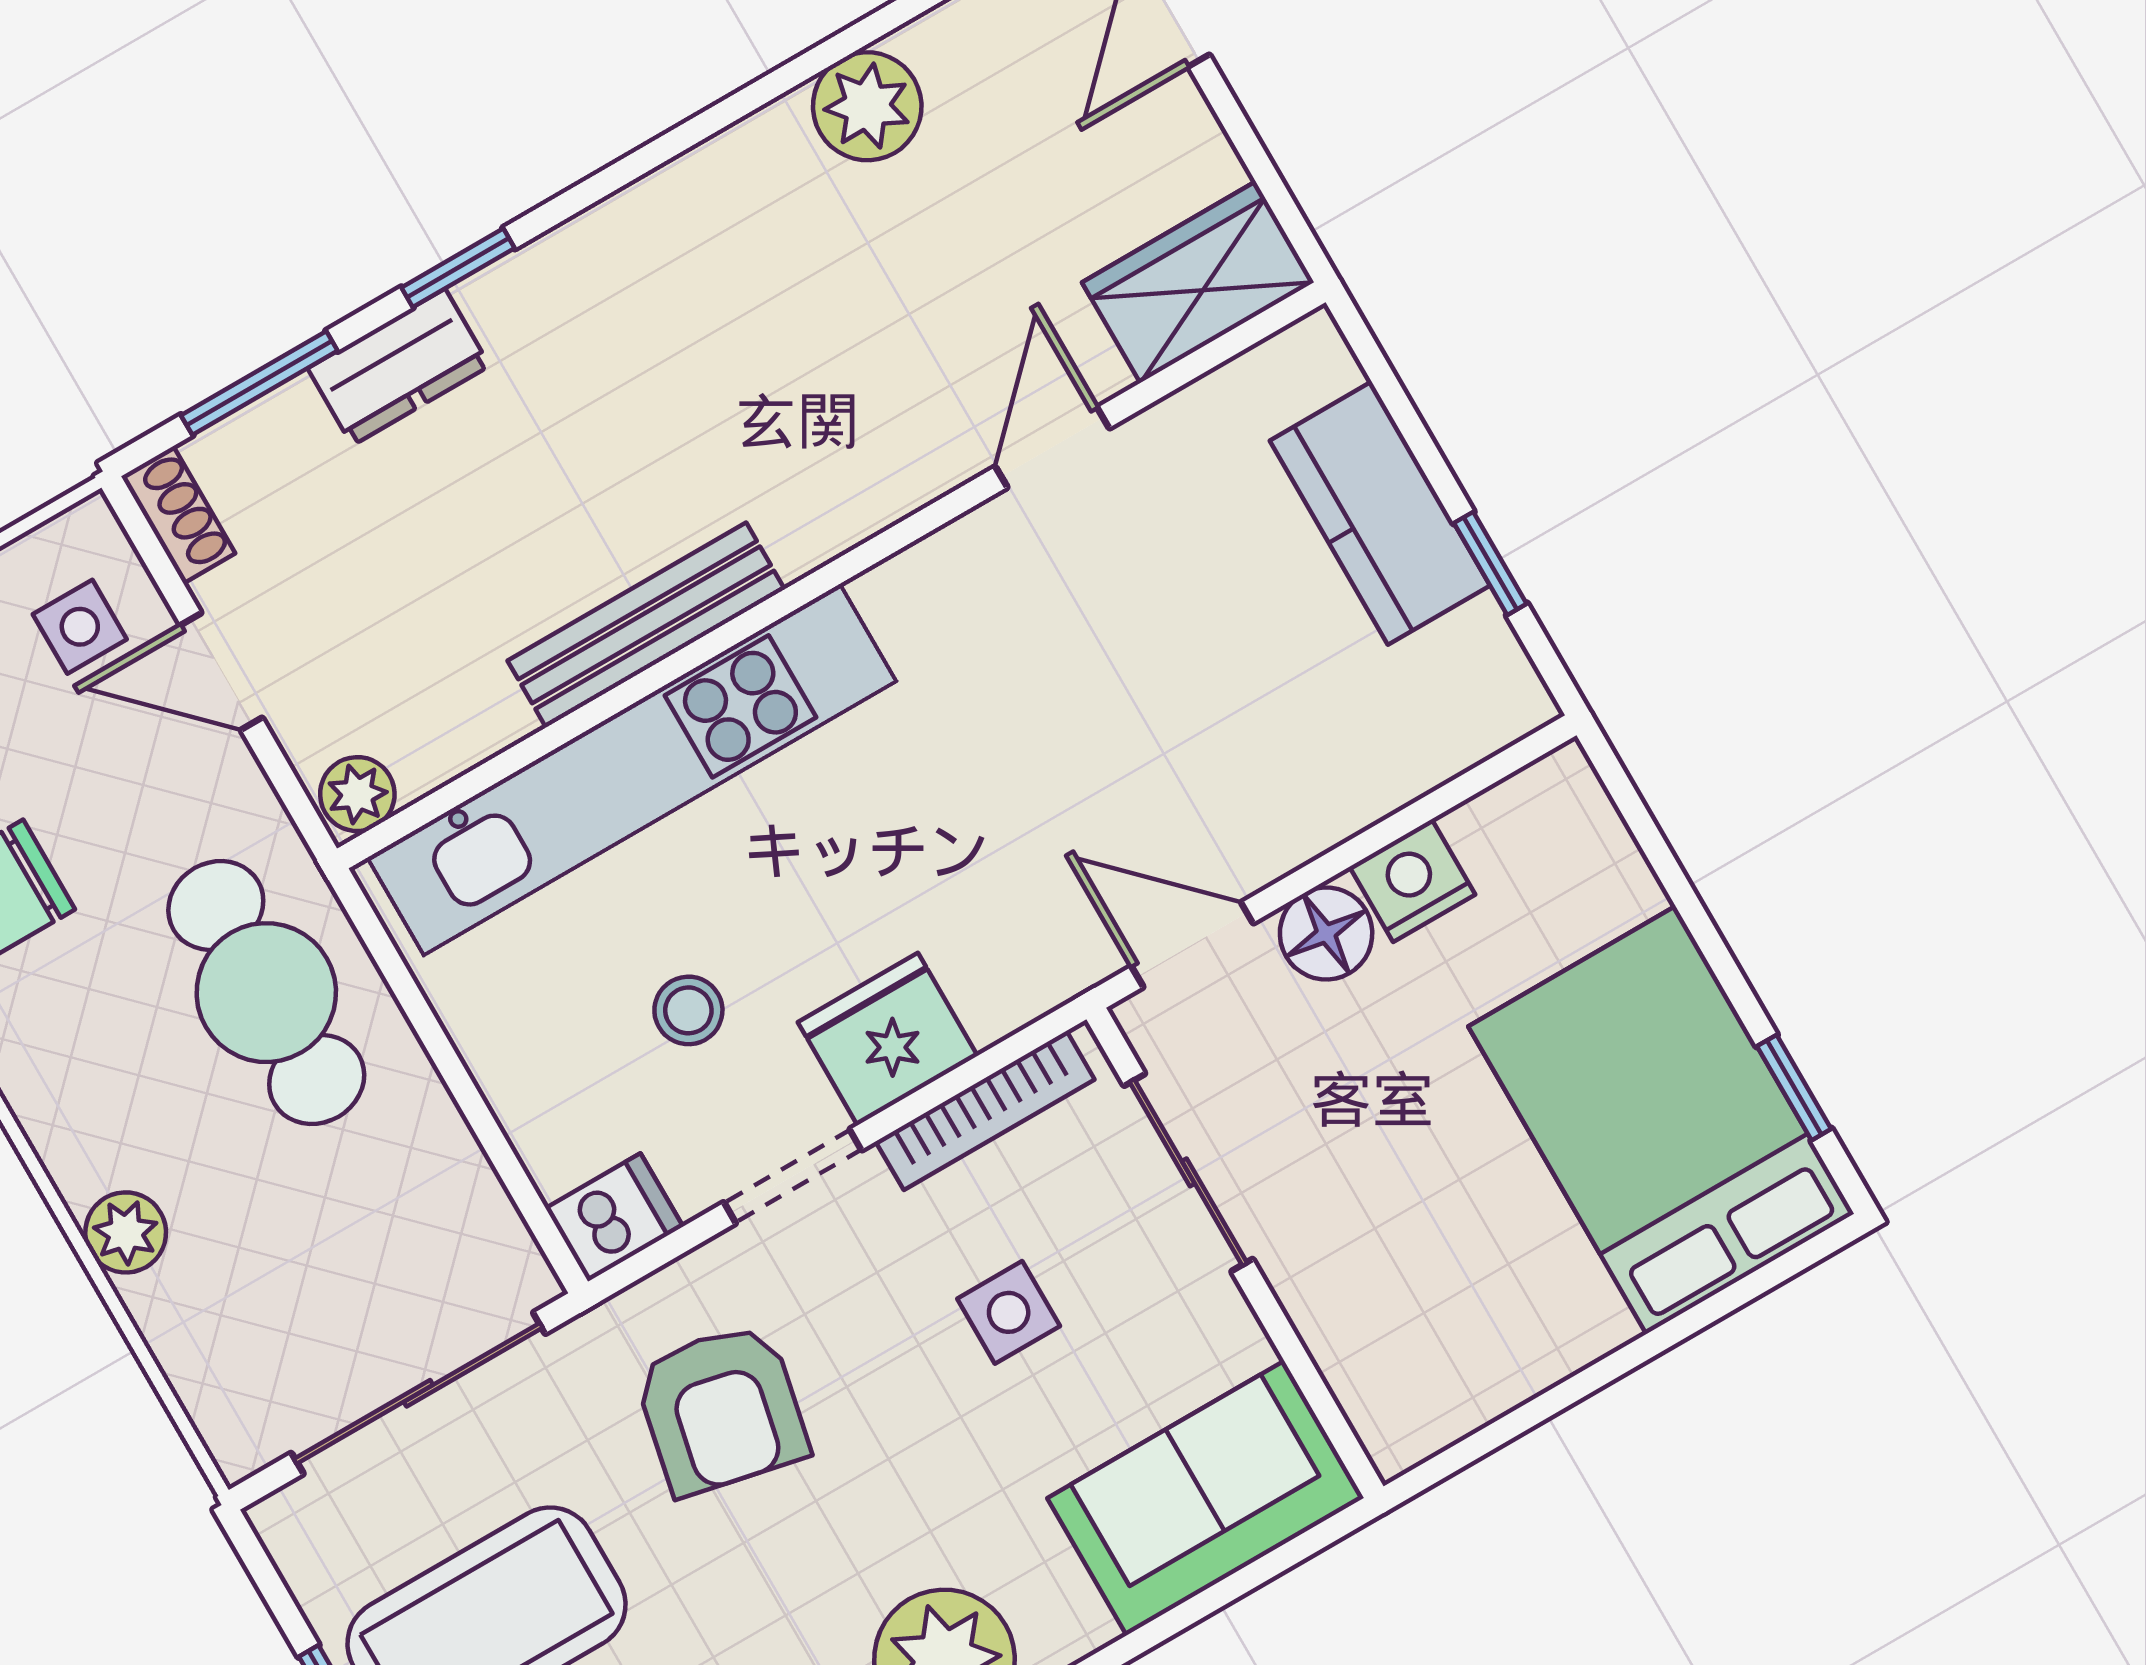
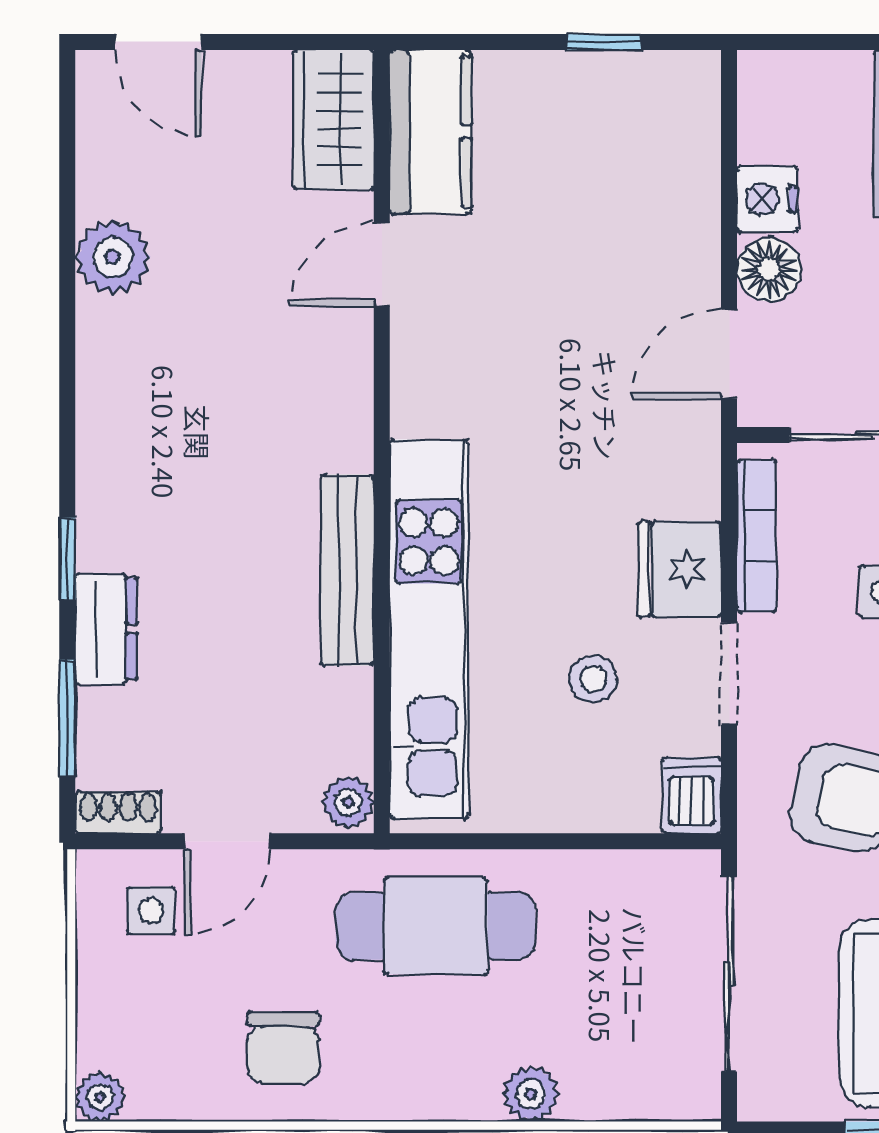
door: (1052, 447) -> (382, 264), hinge flipped
kitchen counter: (1380, 513) -> (431, 132), moved, turned -90

